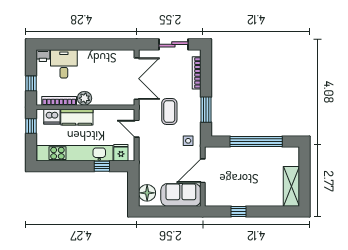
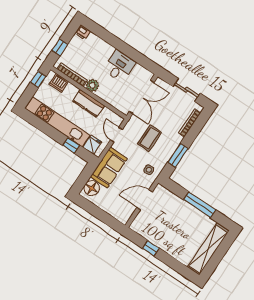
desk: (64, 64) -> (119, 66), moved
kitchen counter: (77, 117) -> (88, 103), moved
window: (256, 142) -> (200, 205), width x0.68
shelving: (291, 186) -> (208, 249), width x1.47
sofa: (181, 195) -> (109, 168), moved, turned 90

